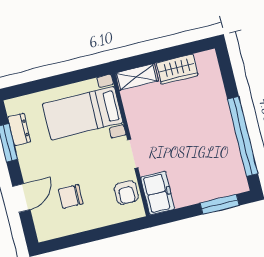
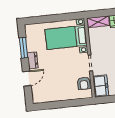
dresser: (19, 129) -> (33, 60), moved
chair: (71, 196) -> (54, 81), removed

